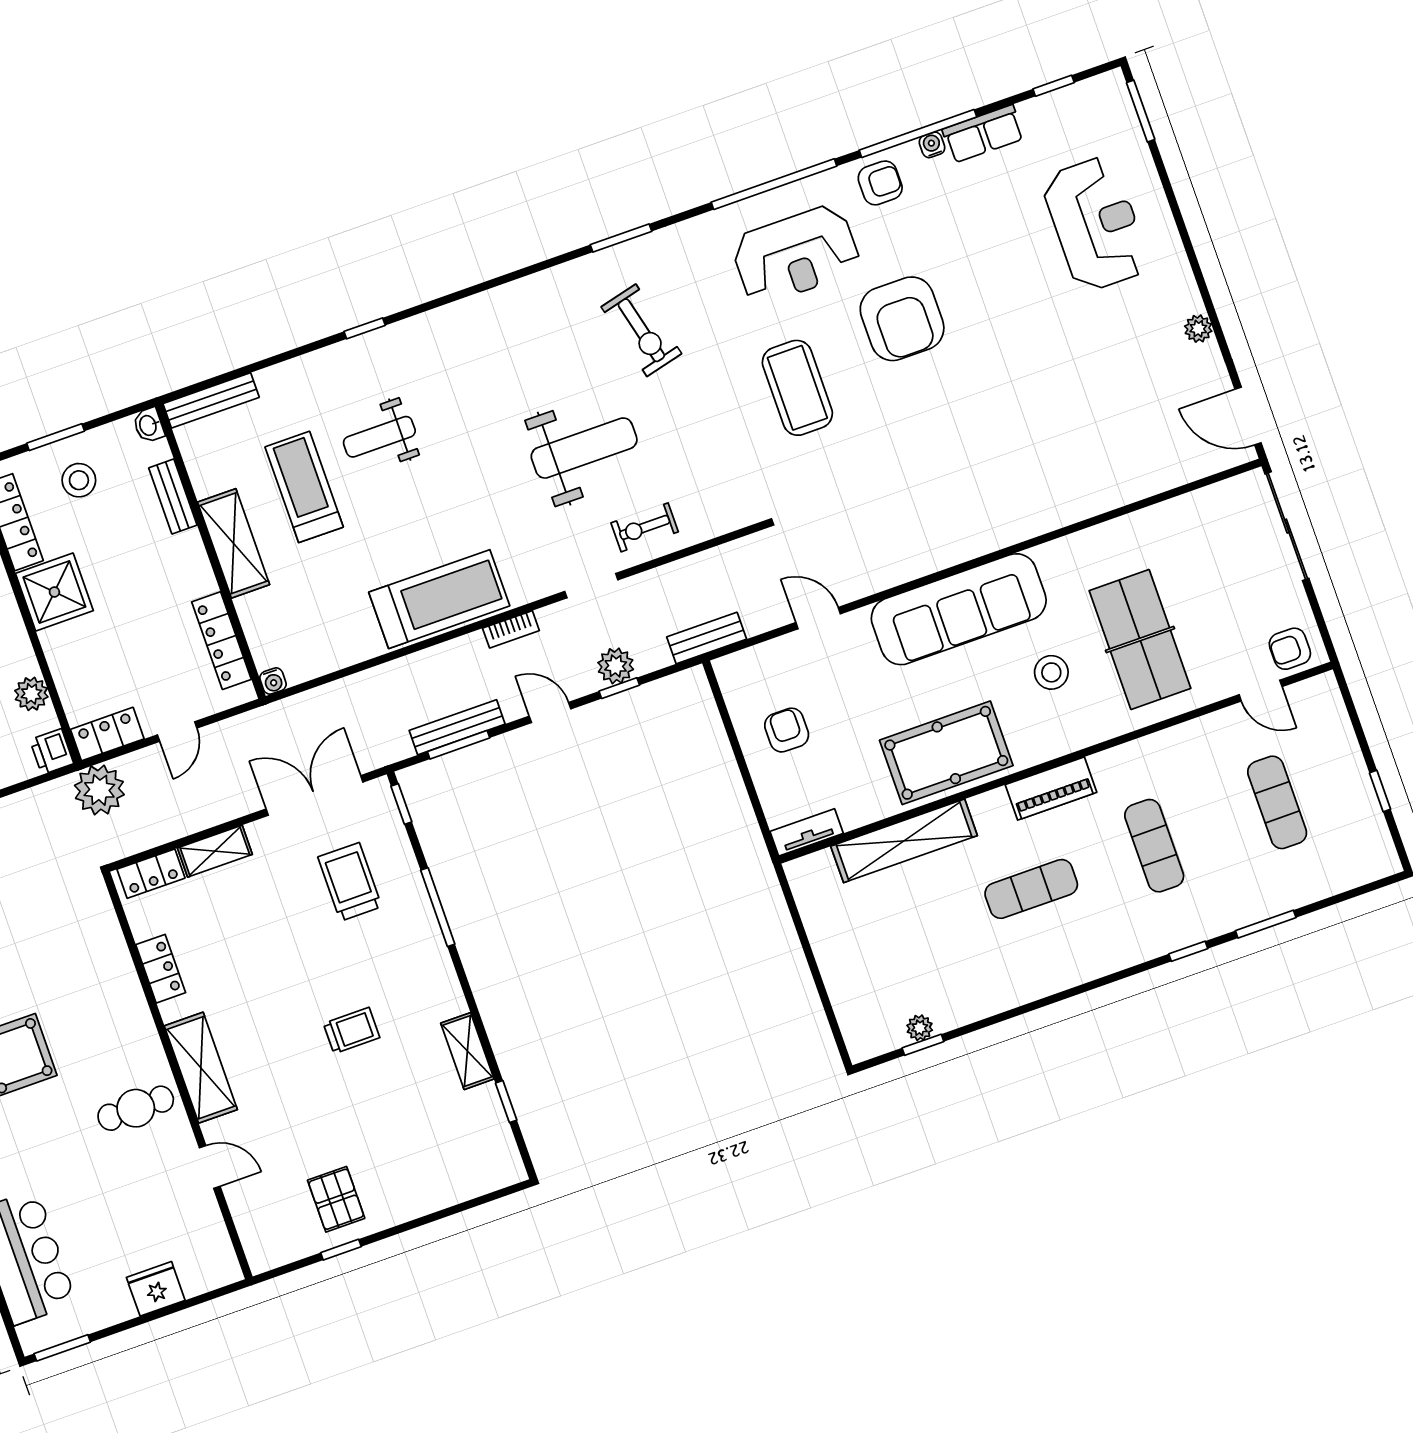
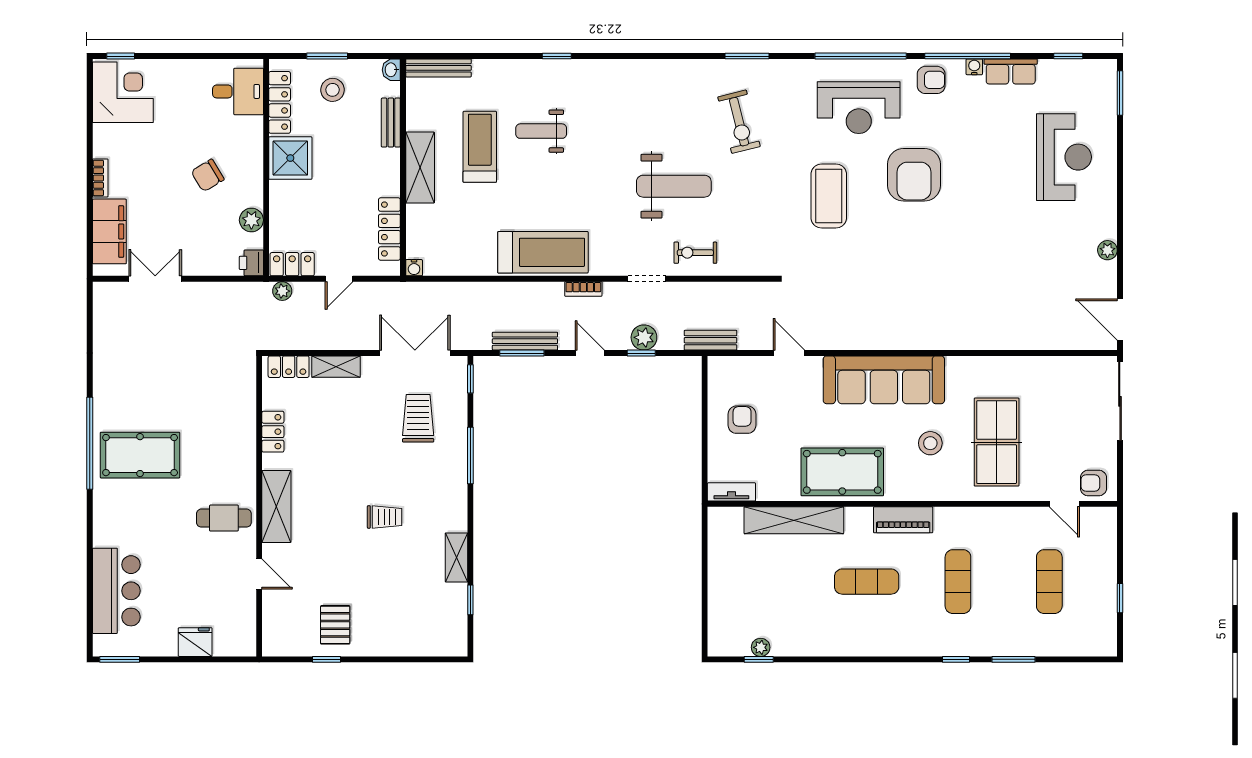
plant: (99, 790) -> (282, 291), width x0.53, depth x0.53

